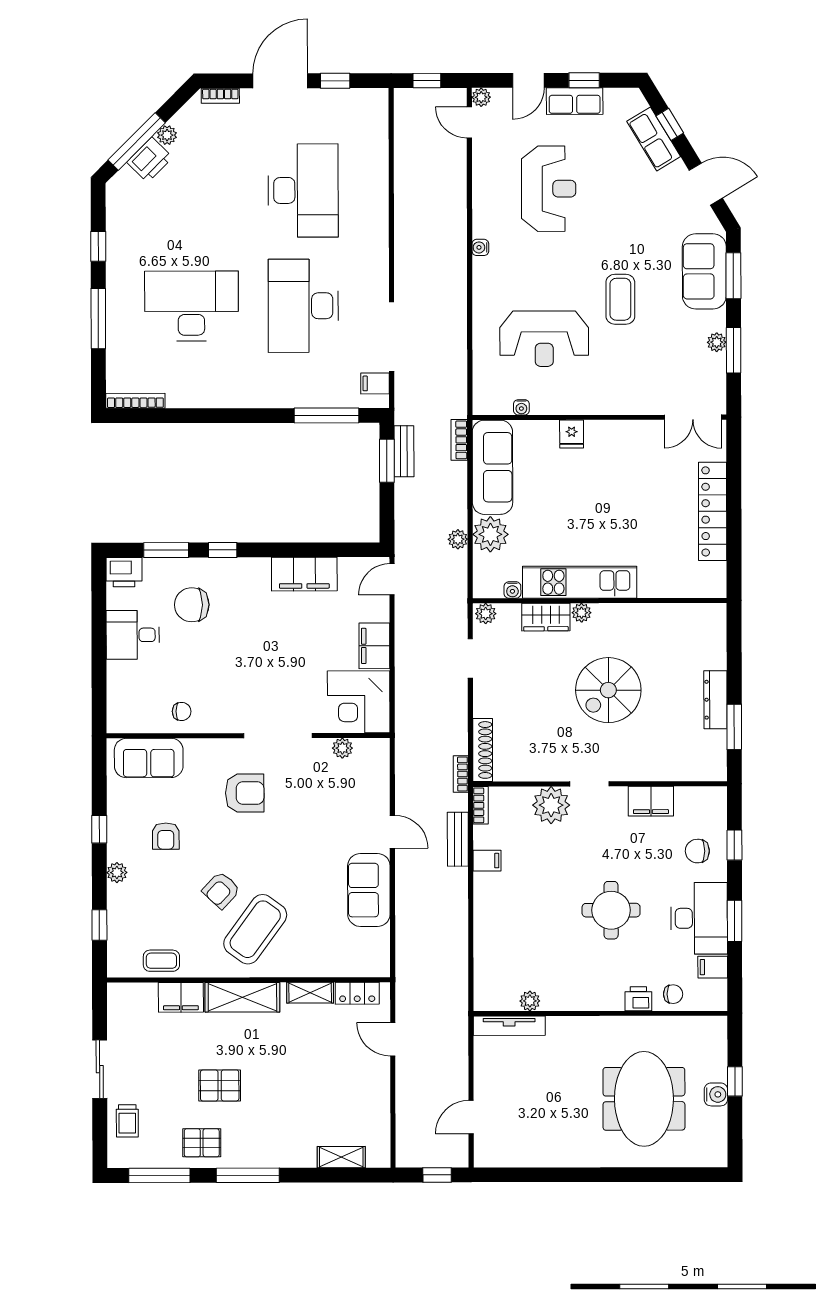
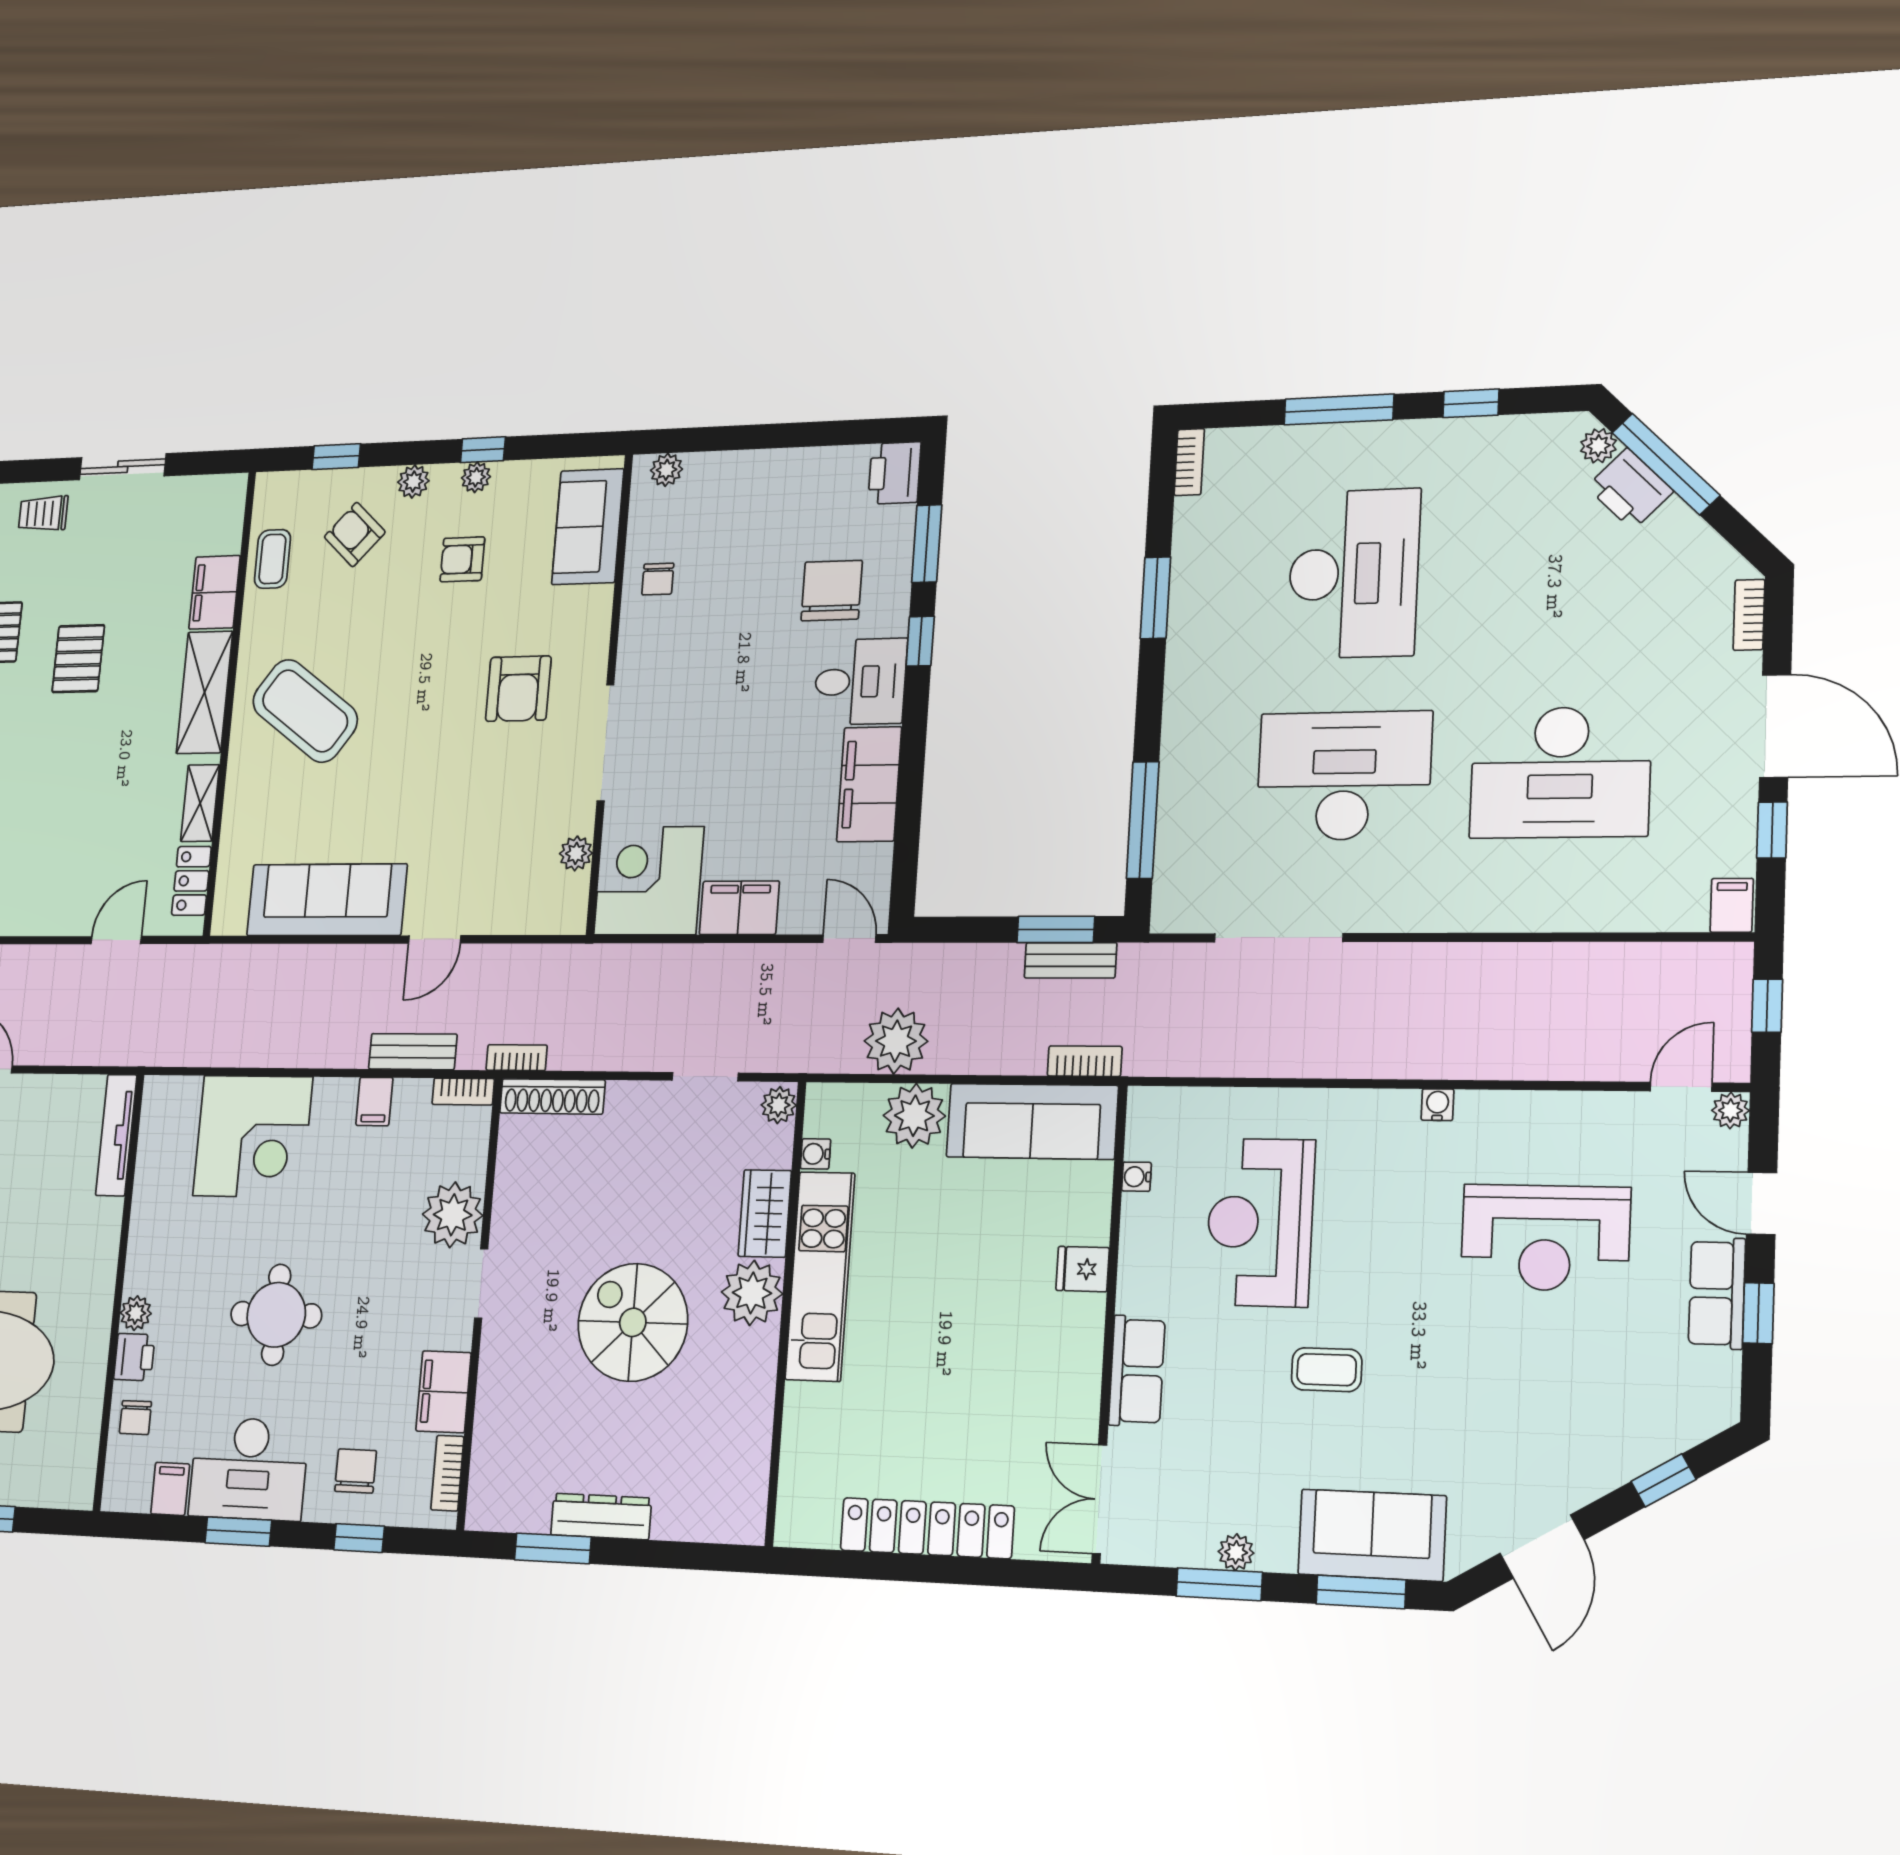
plant: (167, 135) -> (1598, 446), moved
row of seats: (654, 139) -> (1137, 1371), moved, turned 121
coffee table: (620, 299) -> (1327, 1370), width x0.73, depth x0.77
filing cabinet: (375, 383) -> (1732, 905), moved
bookcase: (135, 401) -> (1189, 462), width x0.64
window: (202, 416) -> (1155, 598), added
plant: (458, 539) -> (896, 1041), width x1.87, depth x1.87
plant: (581, 613) -> (752, 1293), width x1.88, depth x1.88
desk: (133, 635) -> (860, 682), moved, turned 90
plant: (116, 712) -> (666, 470), added
bookcase: (696, 794) -> (447, 1473), added
plant: (116, 832) -> (476, 477), added
armchair: (221, 890) -> (355, 534), moved
sofa: (369, 890) -> (327, 900), width x1.36
corner desk: (508, 936) -> (253, 1136), added
plant: (530, 1001) -> (136, 1313), moved

